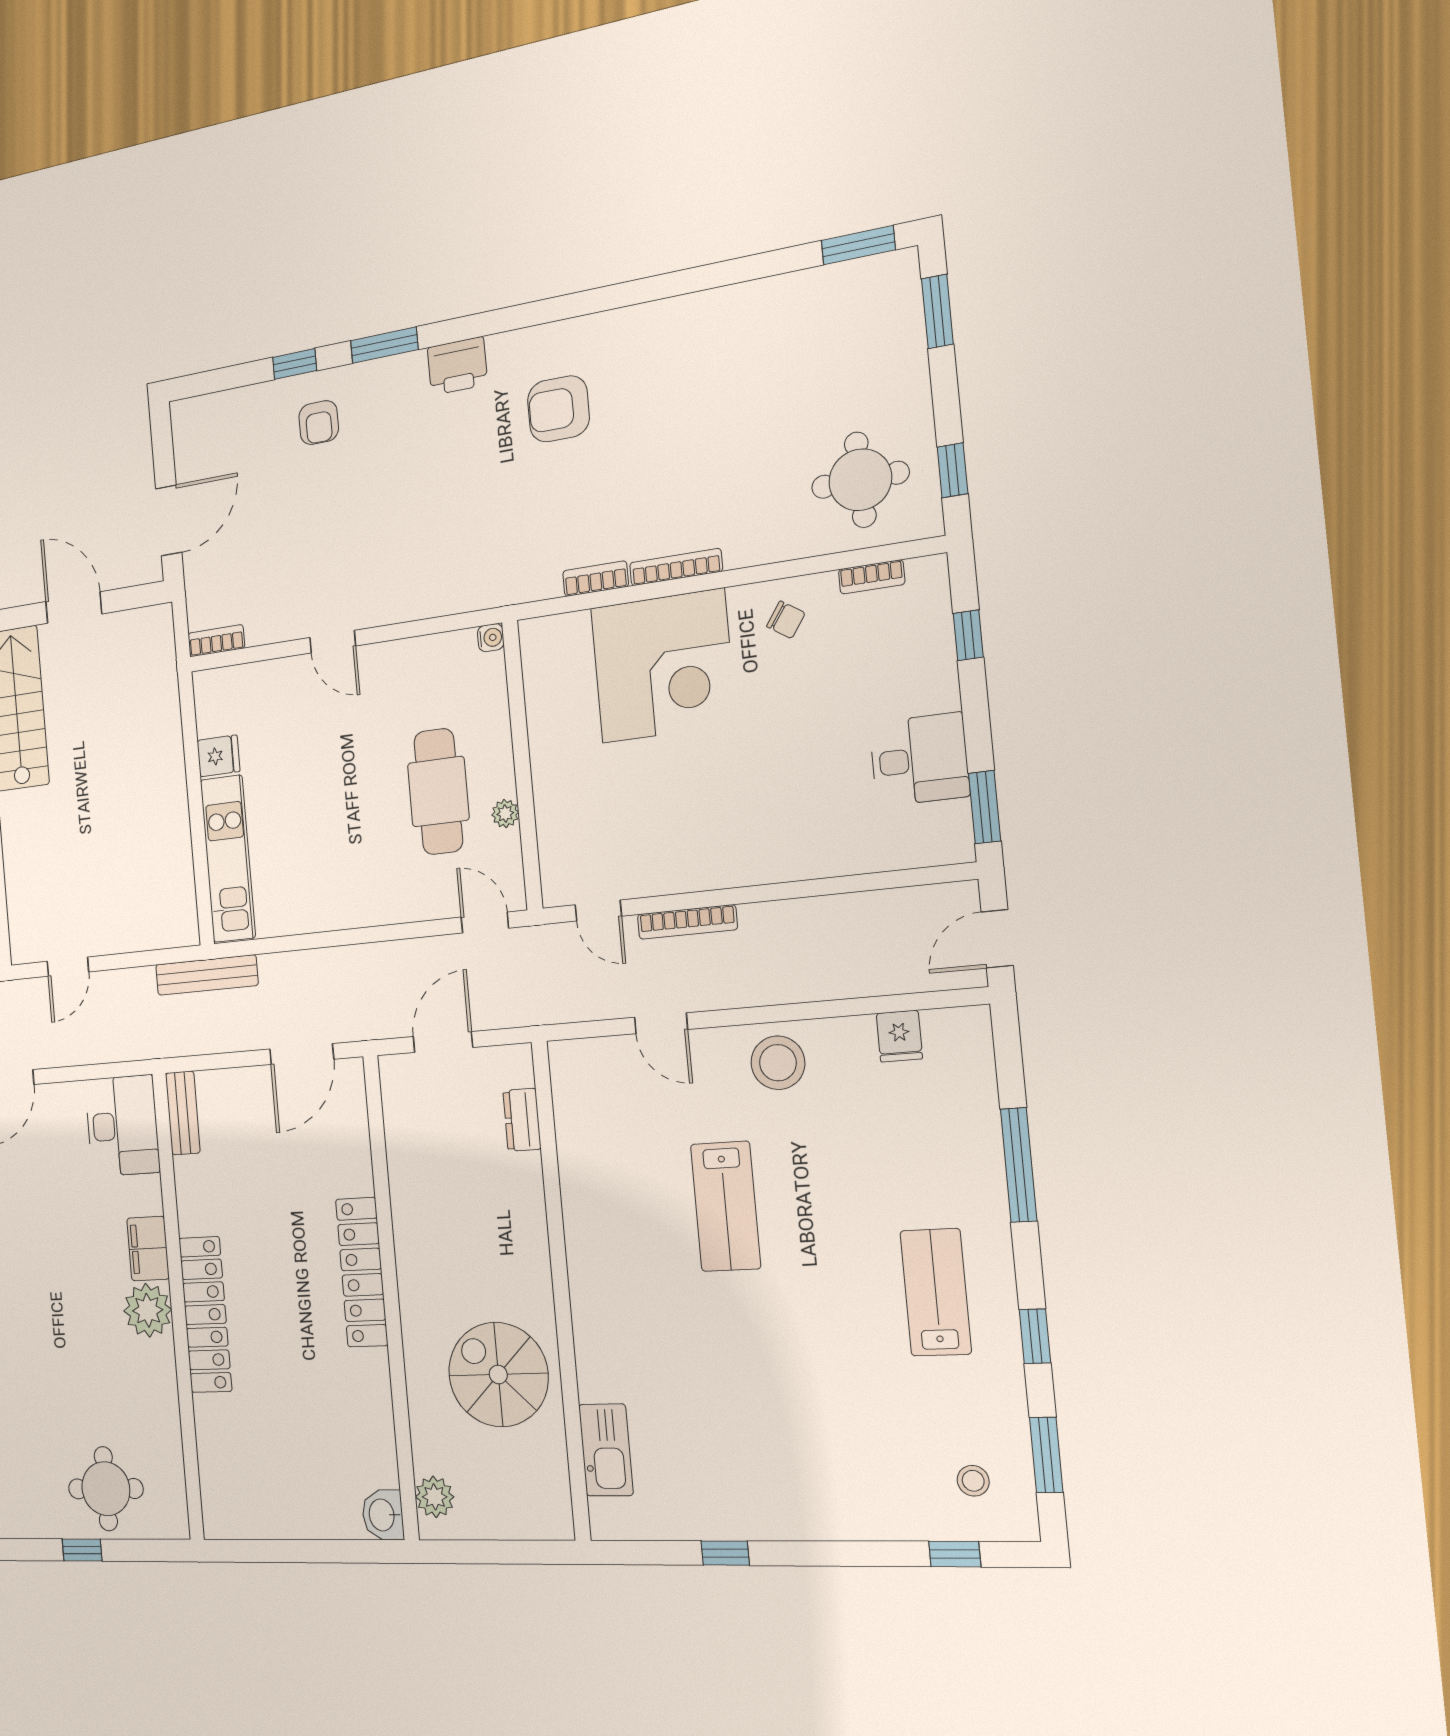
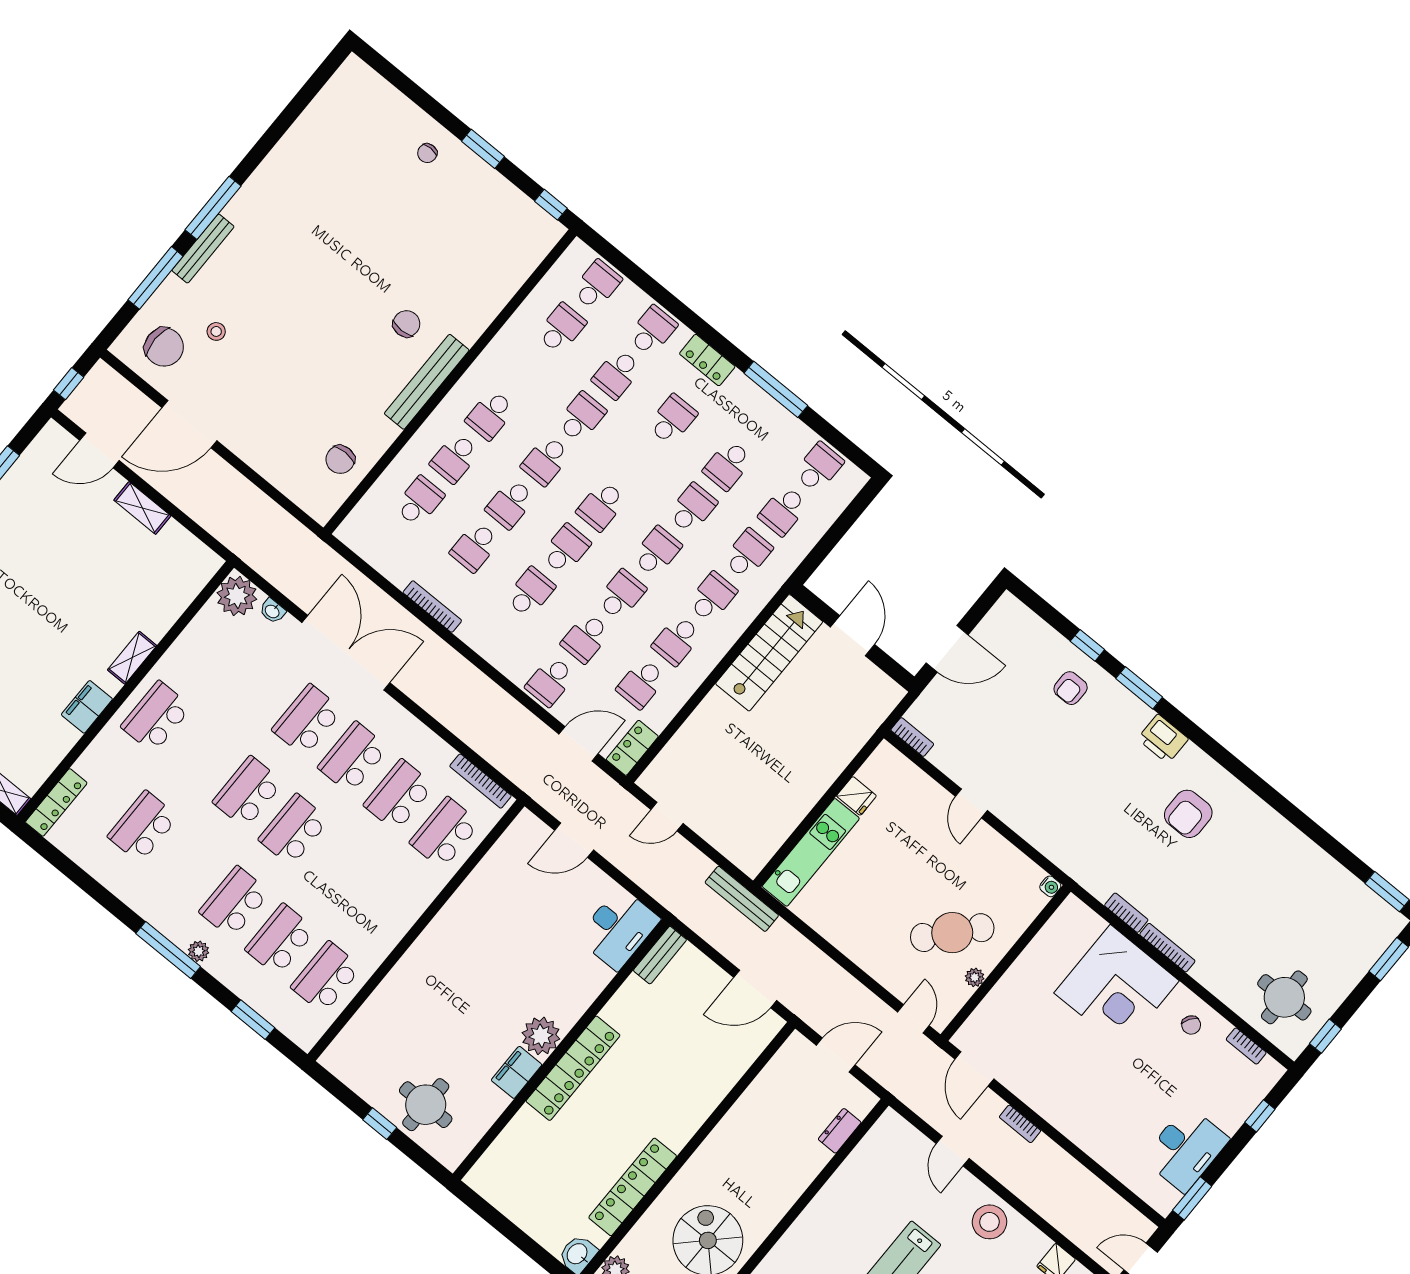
armchair: (558, 409) -> (1188, 814), turned -90
desk: (919, 760) -> (1186, 1149), width x1.37
cafe table: (438, 792) -> (952, 933), turned 41
door: (598, 911) -> (974, 1069), width x1.38
bookcase: (687, 922) -> (1020, 1124), width x0.64
filing cabinet: (148, 1249) -> (517, 1072), moved
locker: (362, 1272) -> (633, 1187), moved

